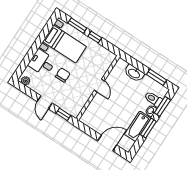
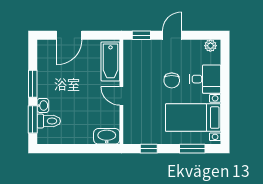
window: (95, 37) -> (149, 149), moved
washbasin: (134, 73) -> (107, 136), moved
window: (156, 77) -> (62, 149), removed
door: (45, 102) -> (172, 35), hinge flipped
bathtub: (138, 126) -> (110, 61), moved, turned 180

